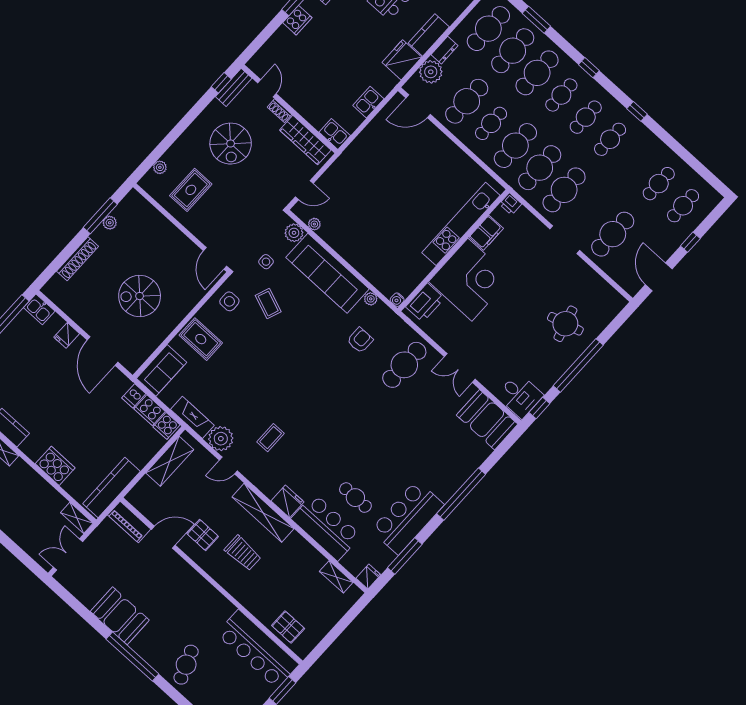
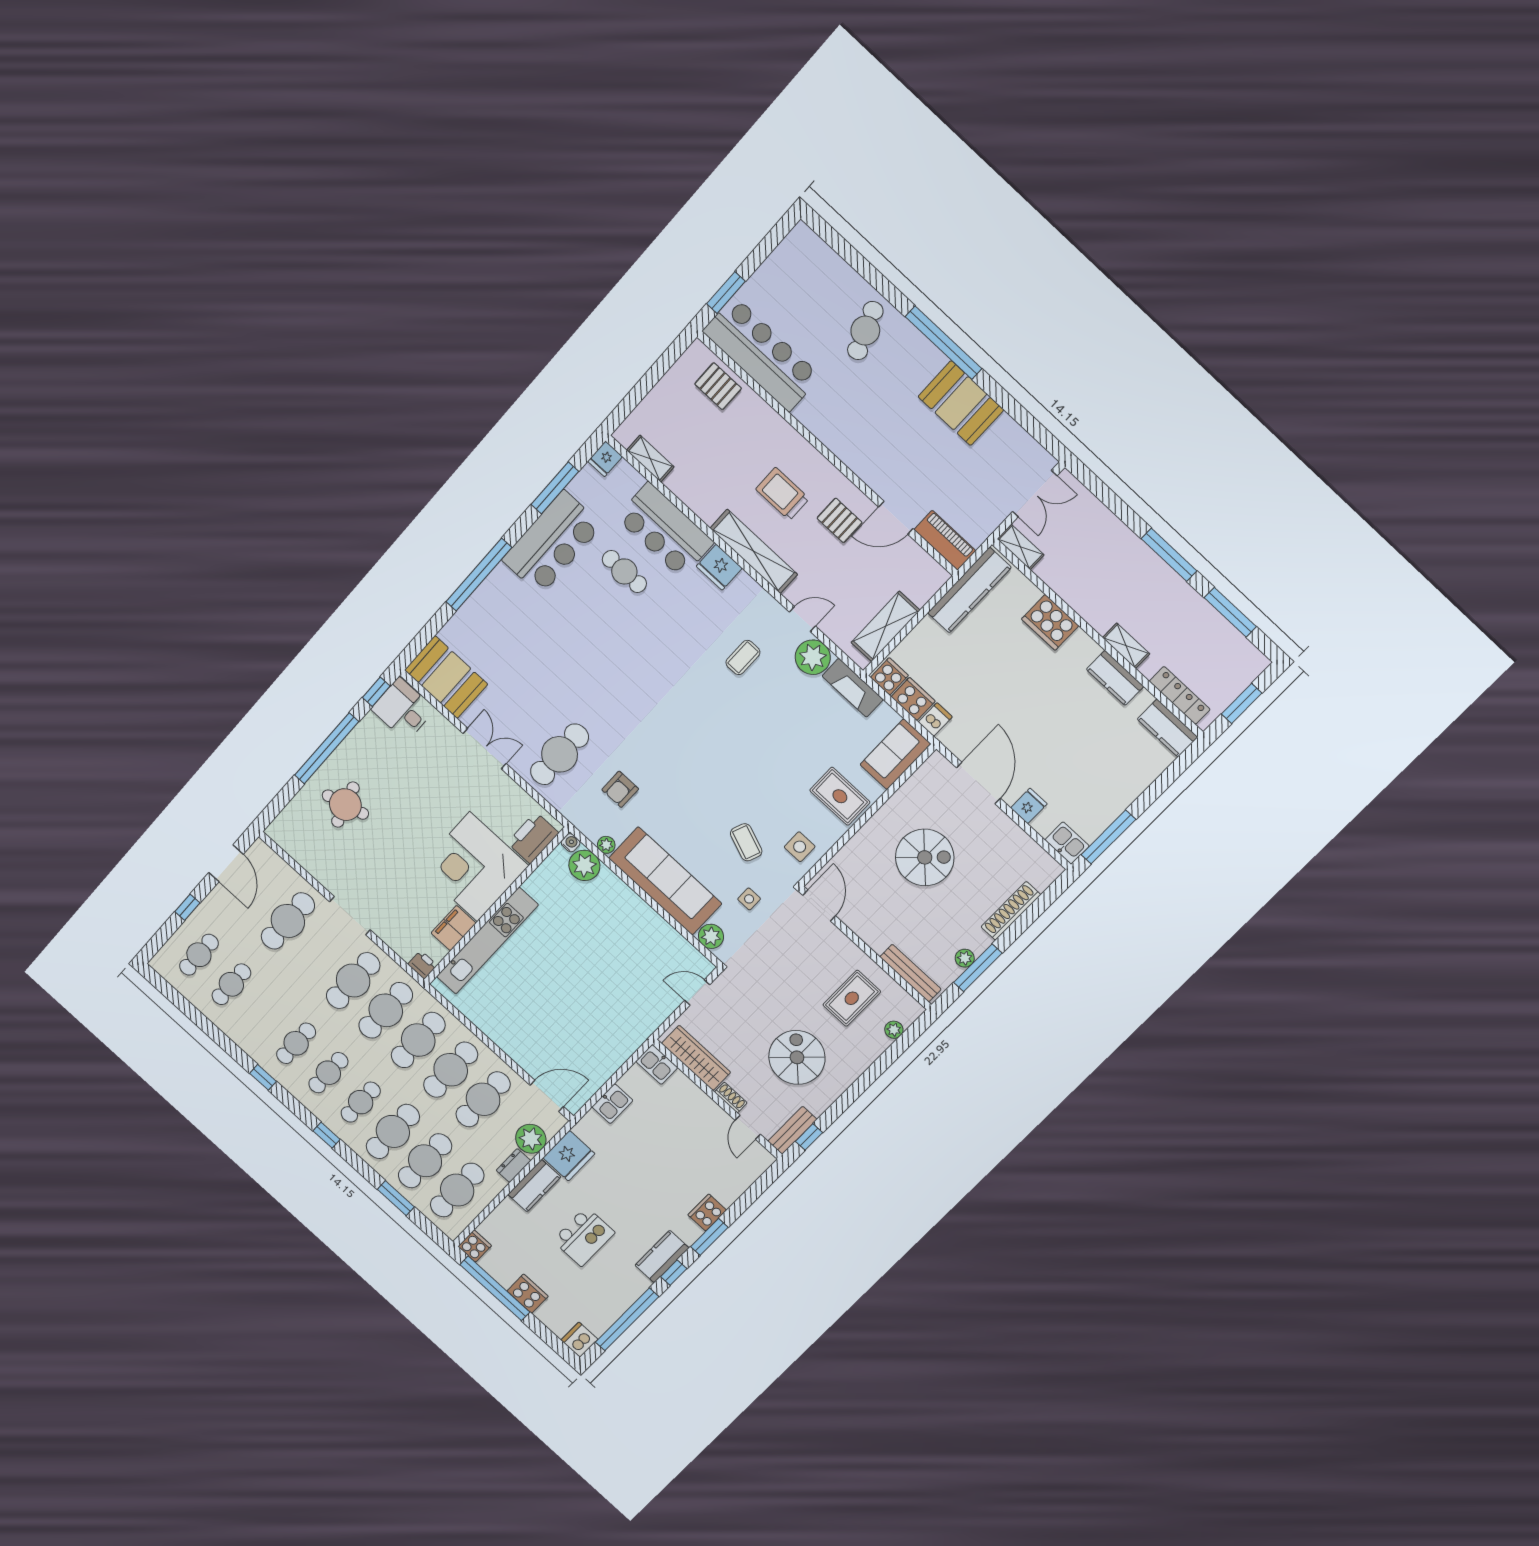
cafe table: (491, 123) -> (451, 1070), width x1.37, depth x1.35
bench: (148, 210) -> (910, 973), added
plant: (314, 224) -> (584, 865), moved, width x1.88, depth x1.88

